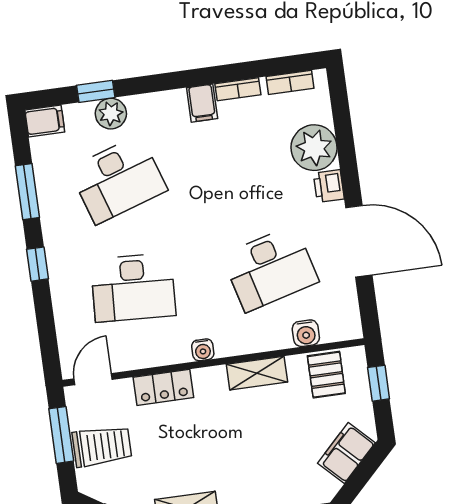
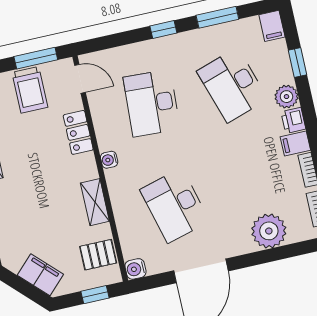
plant: (111, 114) -> (286, 97), moved
printer: (329, 186) -> (293, 120), moved, turned -90
water cooler: (306, 333) -> (135, 269), moved

